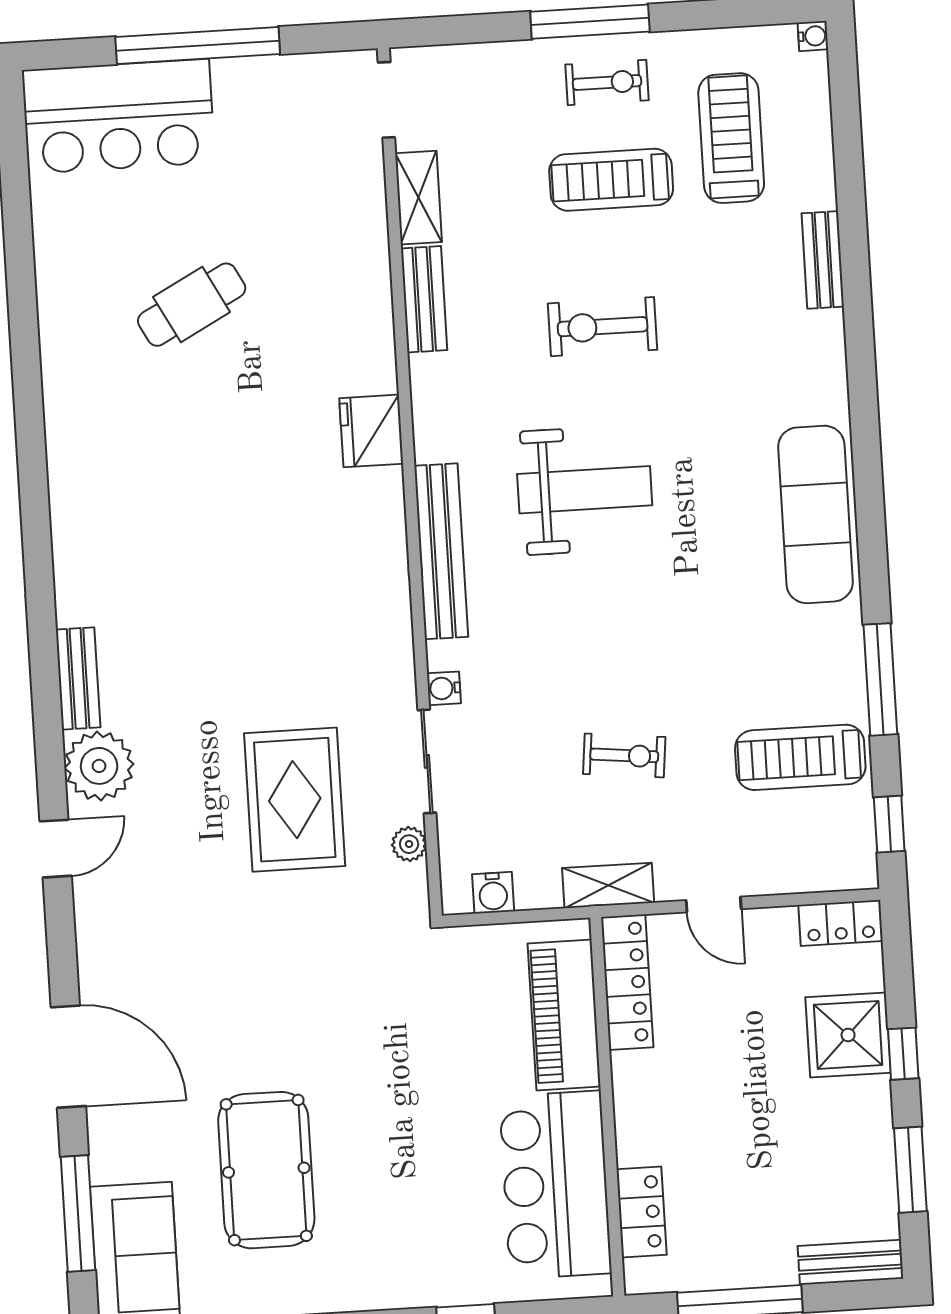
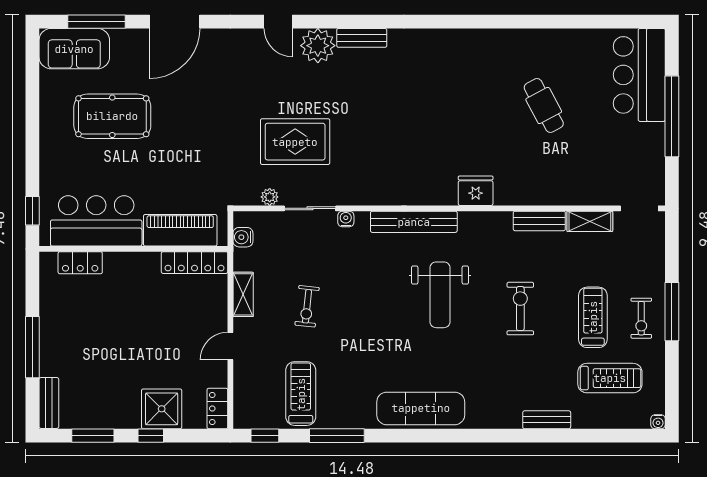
locker: (627, 982) -> (195, 263), moved
piano: (564, 1015) -> (180, 230), moved
wall: (607, 1107) -> (133, 249), moved
bar counter: (555, 1185) -> (96, 221), moved
locker: (642, 1212) -> (80, 263), moved

